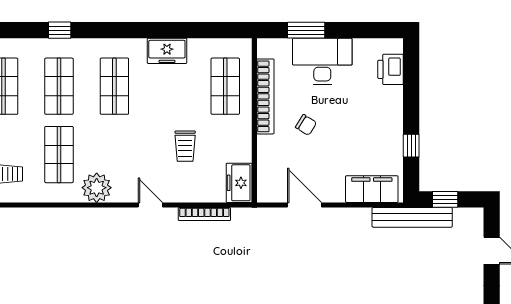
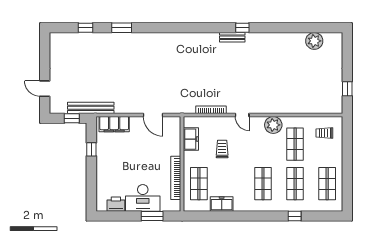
freezer: (167, 51) -> (222, 204), moved
printer: (390, 69) -> (116, 204), moved, turned -90
chair: (306, 125) -> (152, 161), removed
freezer: (239, 183) -> (191, 139), moved

